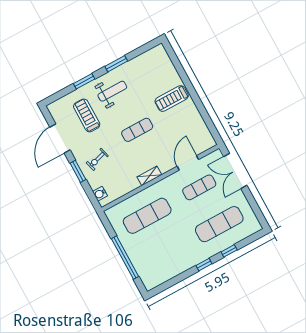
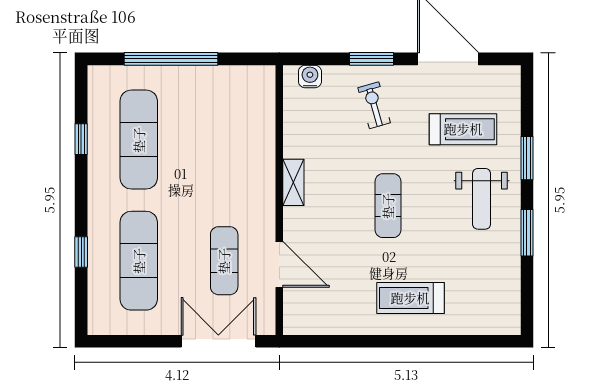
treadmill: (172, 99) -> (410, 298), turned -90
exercise mat: (147, 216) -> (139, 140), moved
window: (204, 265) -> (81, 139), moved

